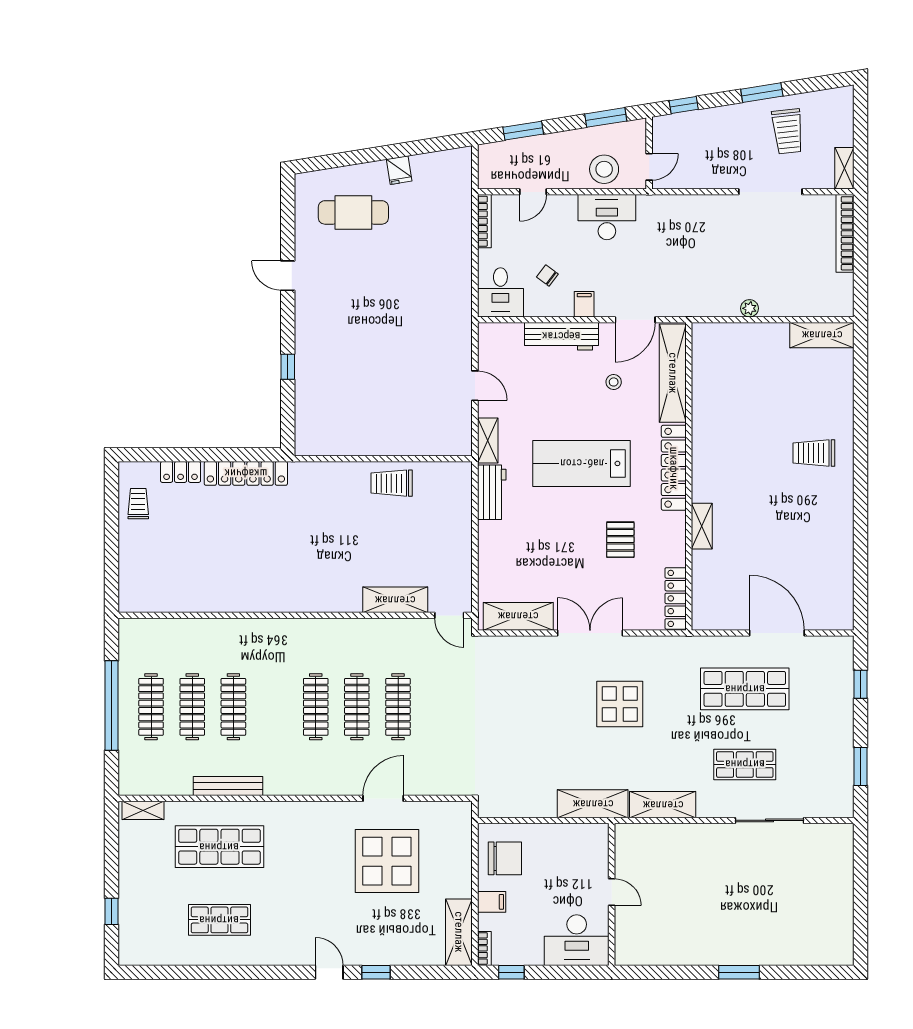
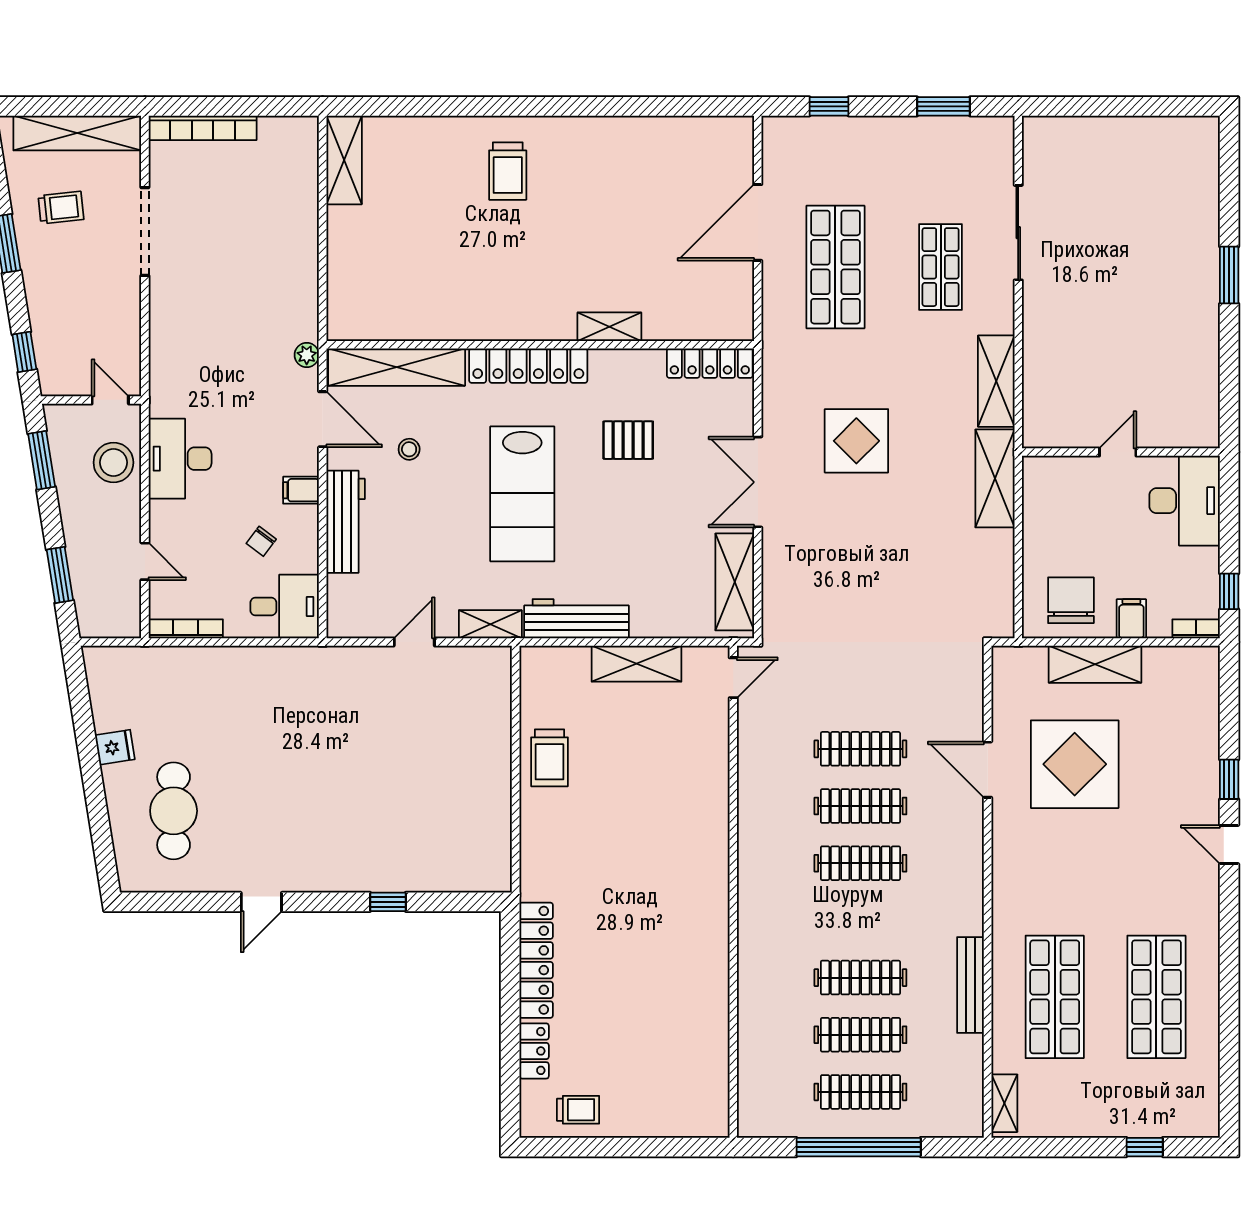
trolley: (788, 131) -> (61, 208), width x0.73, depth x0.72
shelving: (844, 168) -> (77, 133), width x2.20, depth x1.33
plant: (749, 308) -> (307, 355), moved
workbench: (492, 492) -> (577, 619), width x1.38
trolley: (138, 504) -> (578, 1110), turned 180
shelving: (395, 600) -> (636, 664), moved, turned 90
shop shelf: (219, 920) -> (1156, 997), width x1.43, depth x1.36
shelving: (459, 932) -> (1095, 664), moved
door: (329, 972) -> (1229, 844), hinge flipped

